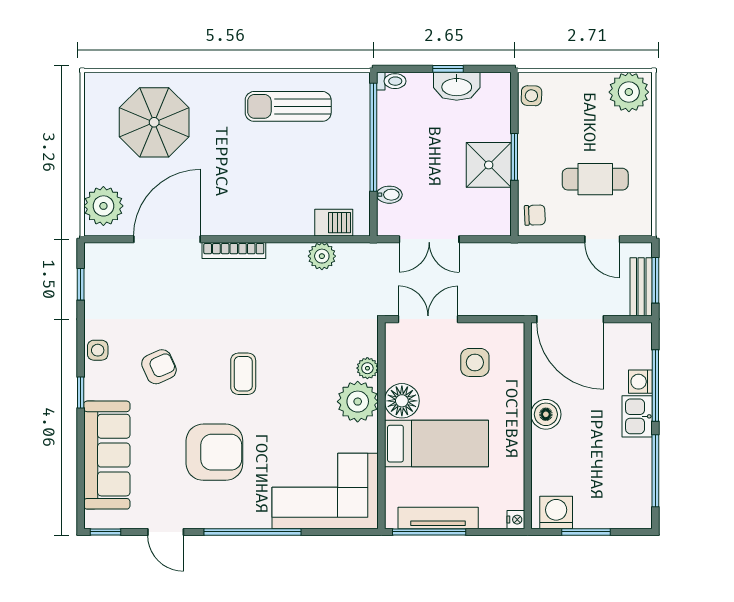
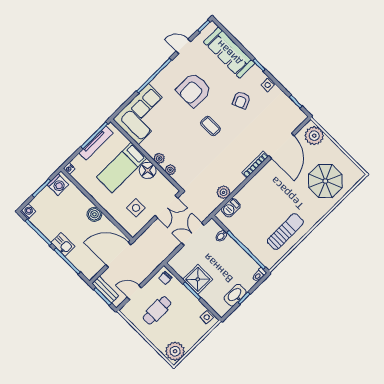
washing machine: (640, 382) -> (28, 211), moved
plant: (358, 402) -> (159, 158), width x0.53, depth x0.53

